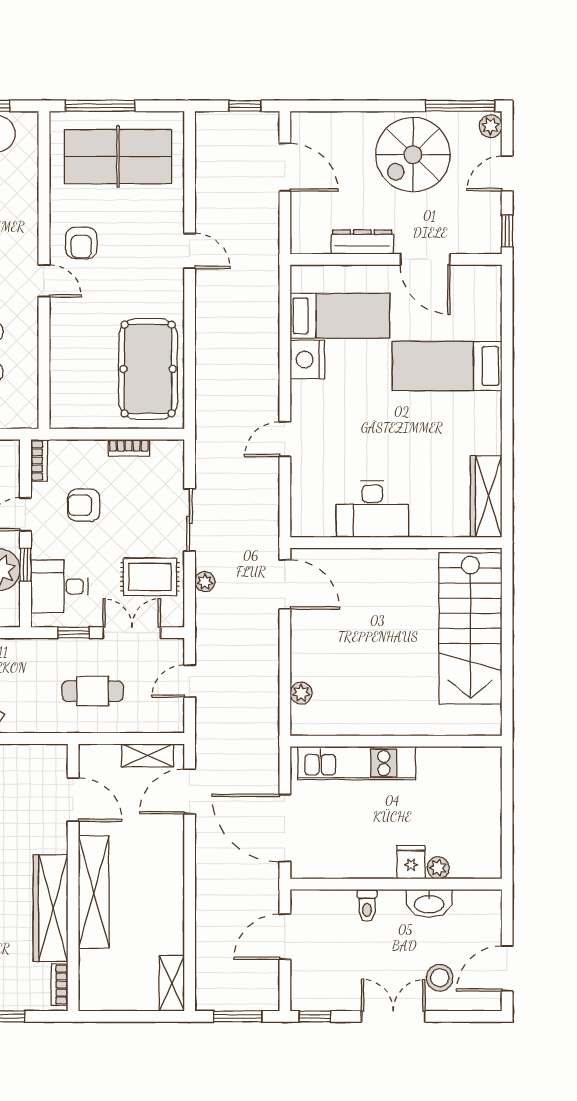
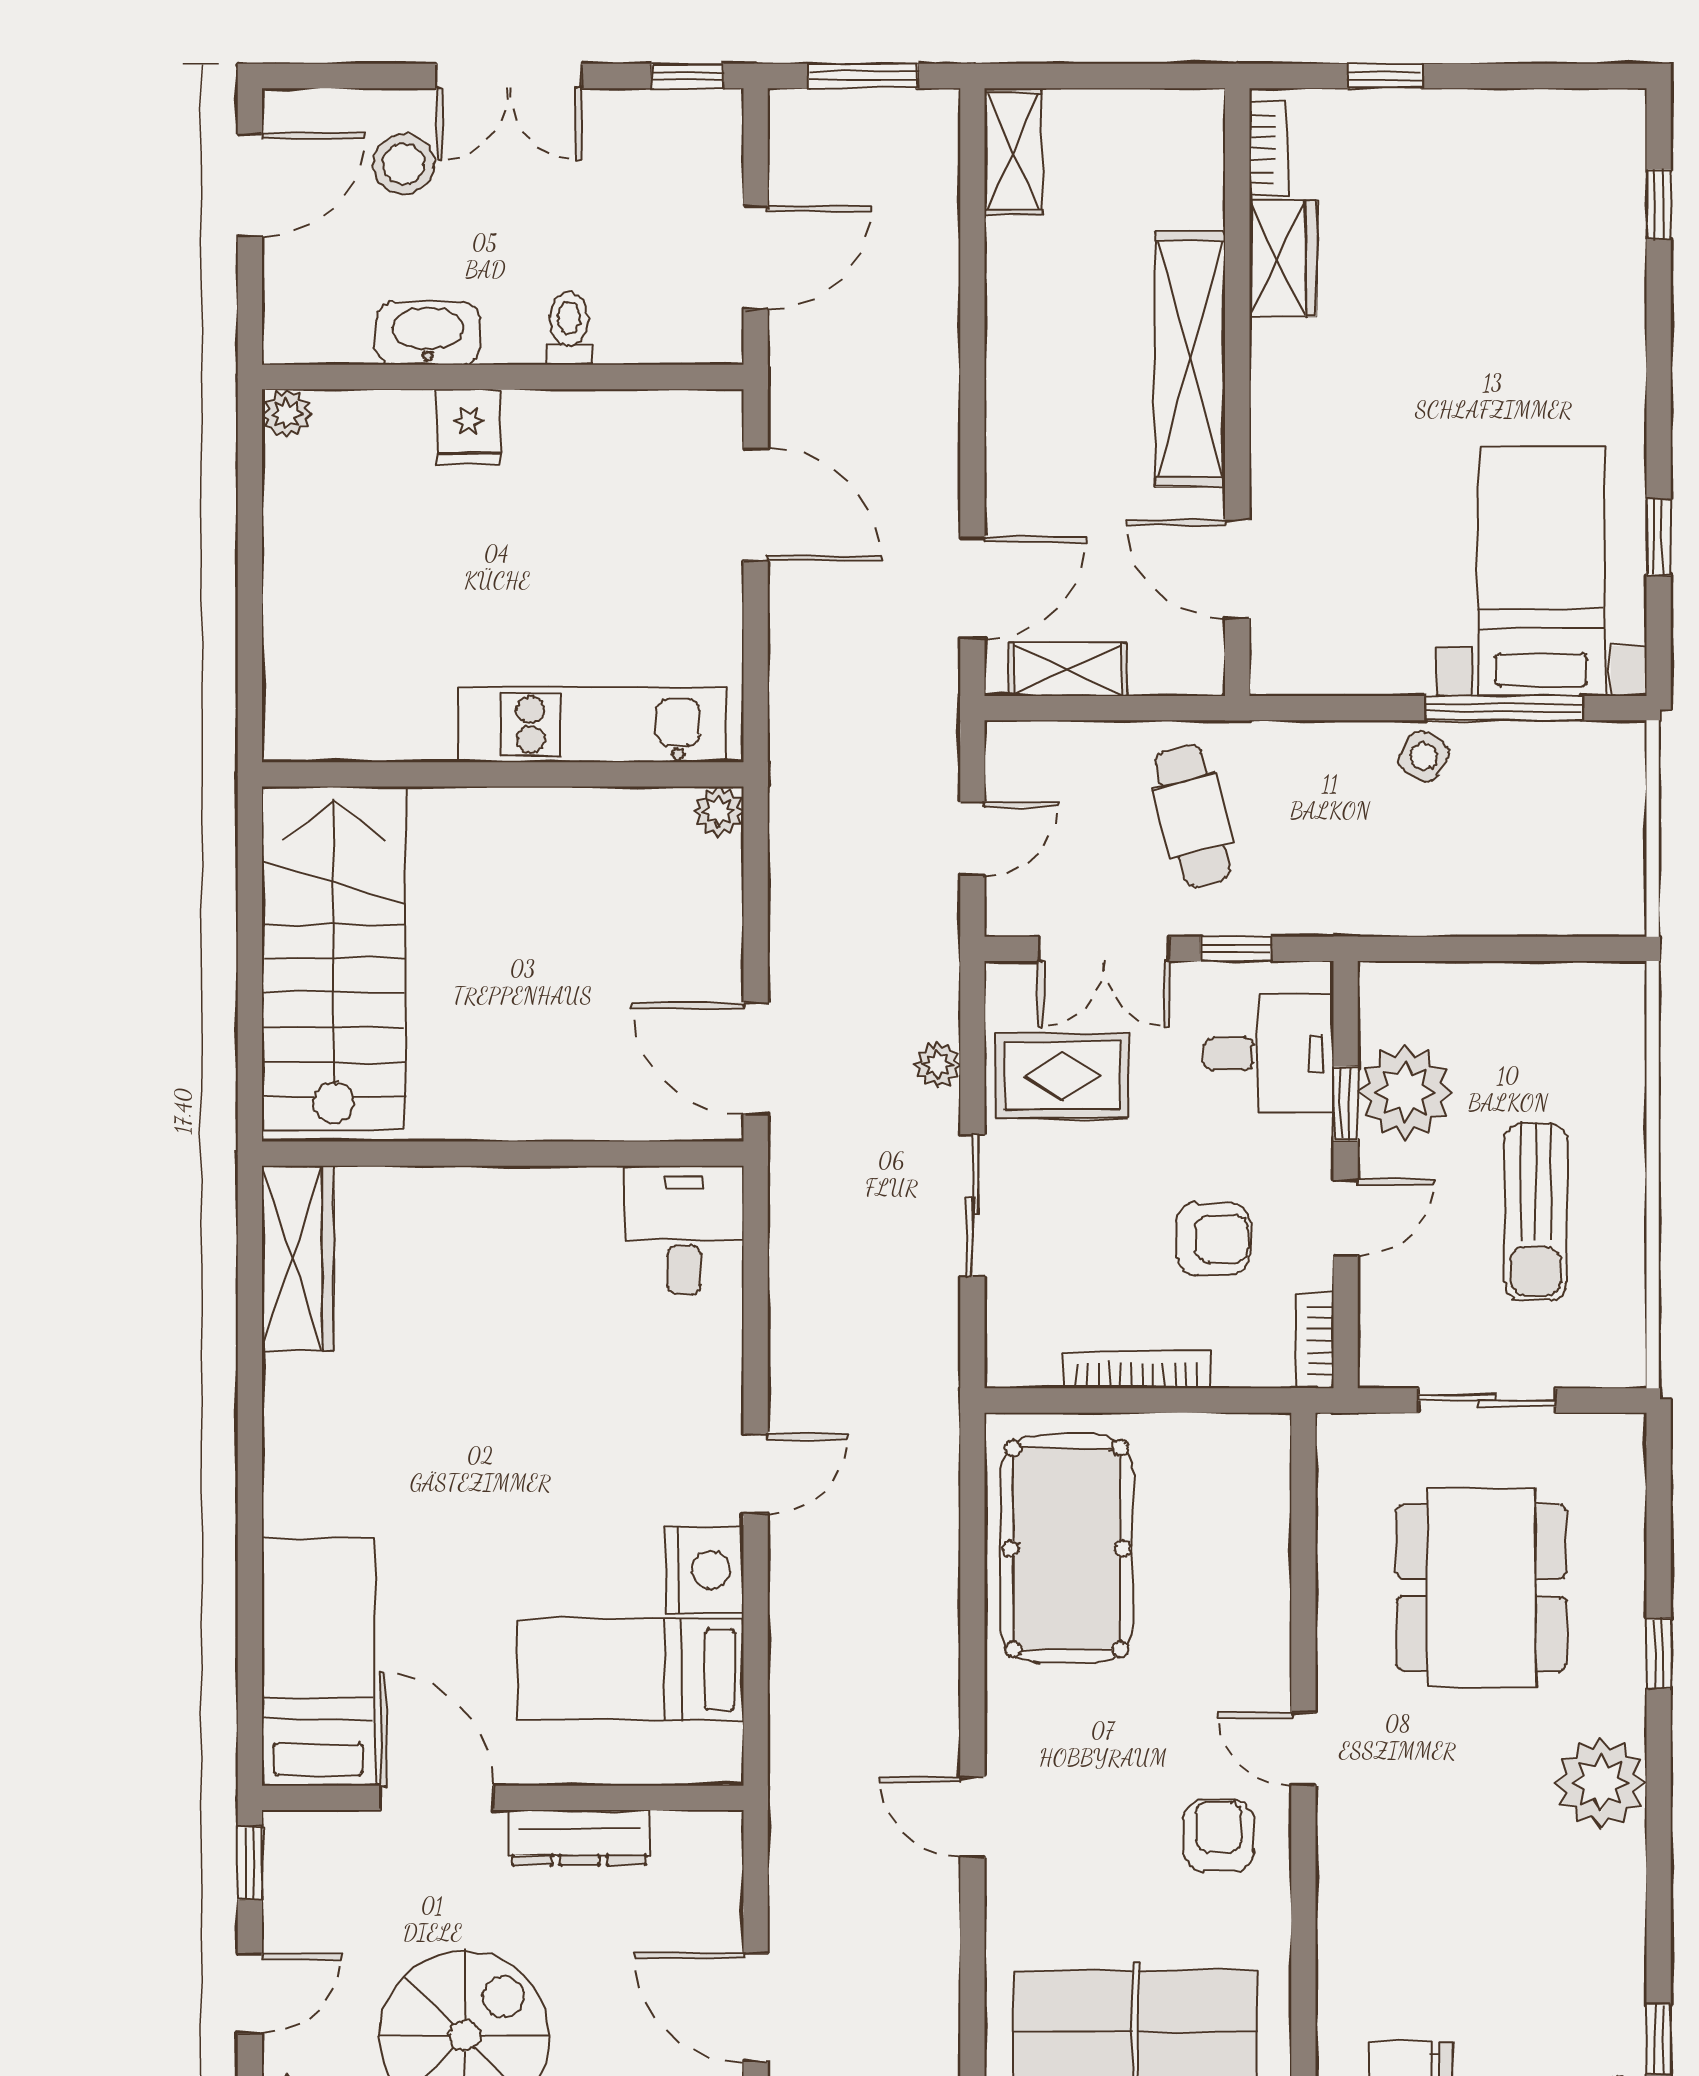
bed: (447, 366) -> (318, 1661), moved, turned -90
door: (285, 439) -> (756, 1474), moved
bookcase: (129, 448) -> (1137, 1370), width x1.56
desk: (372, 509) -> (684, 1230), moved, width x0.73
cafe table: (93, 691) -> (1193, 816), turned 76
wall: (396, 741) -> (503, 774), moved
kitchen unit: (357, 763) -> (592, 725), moved
door: (285, 828) -> (756, 504), width x0.73
plant: (438, 868) -> (287, 414), moved
wardrobe: (50, 908) -> (1283, 259), width x0.48, depth x0.85

